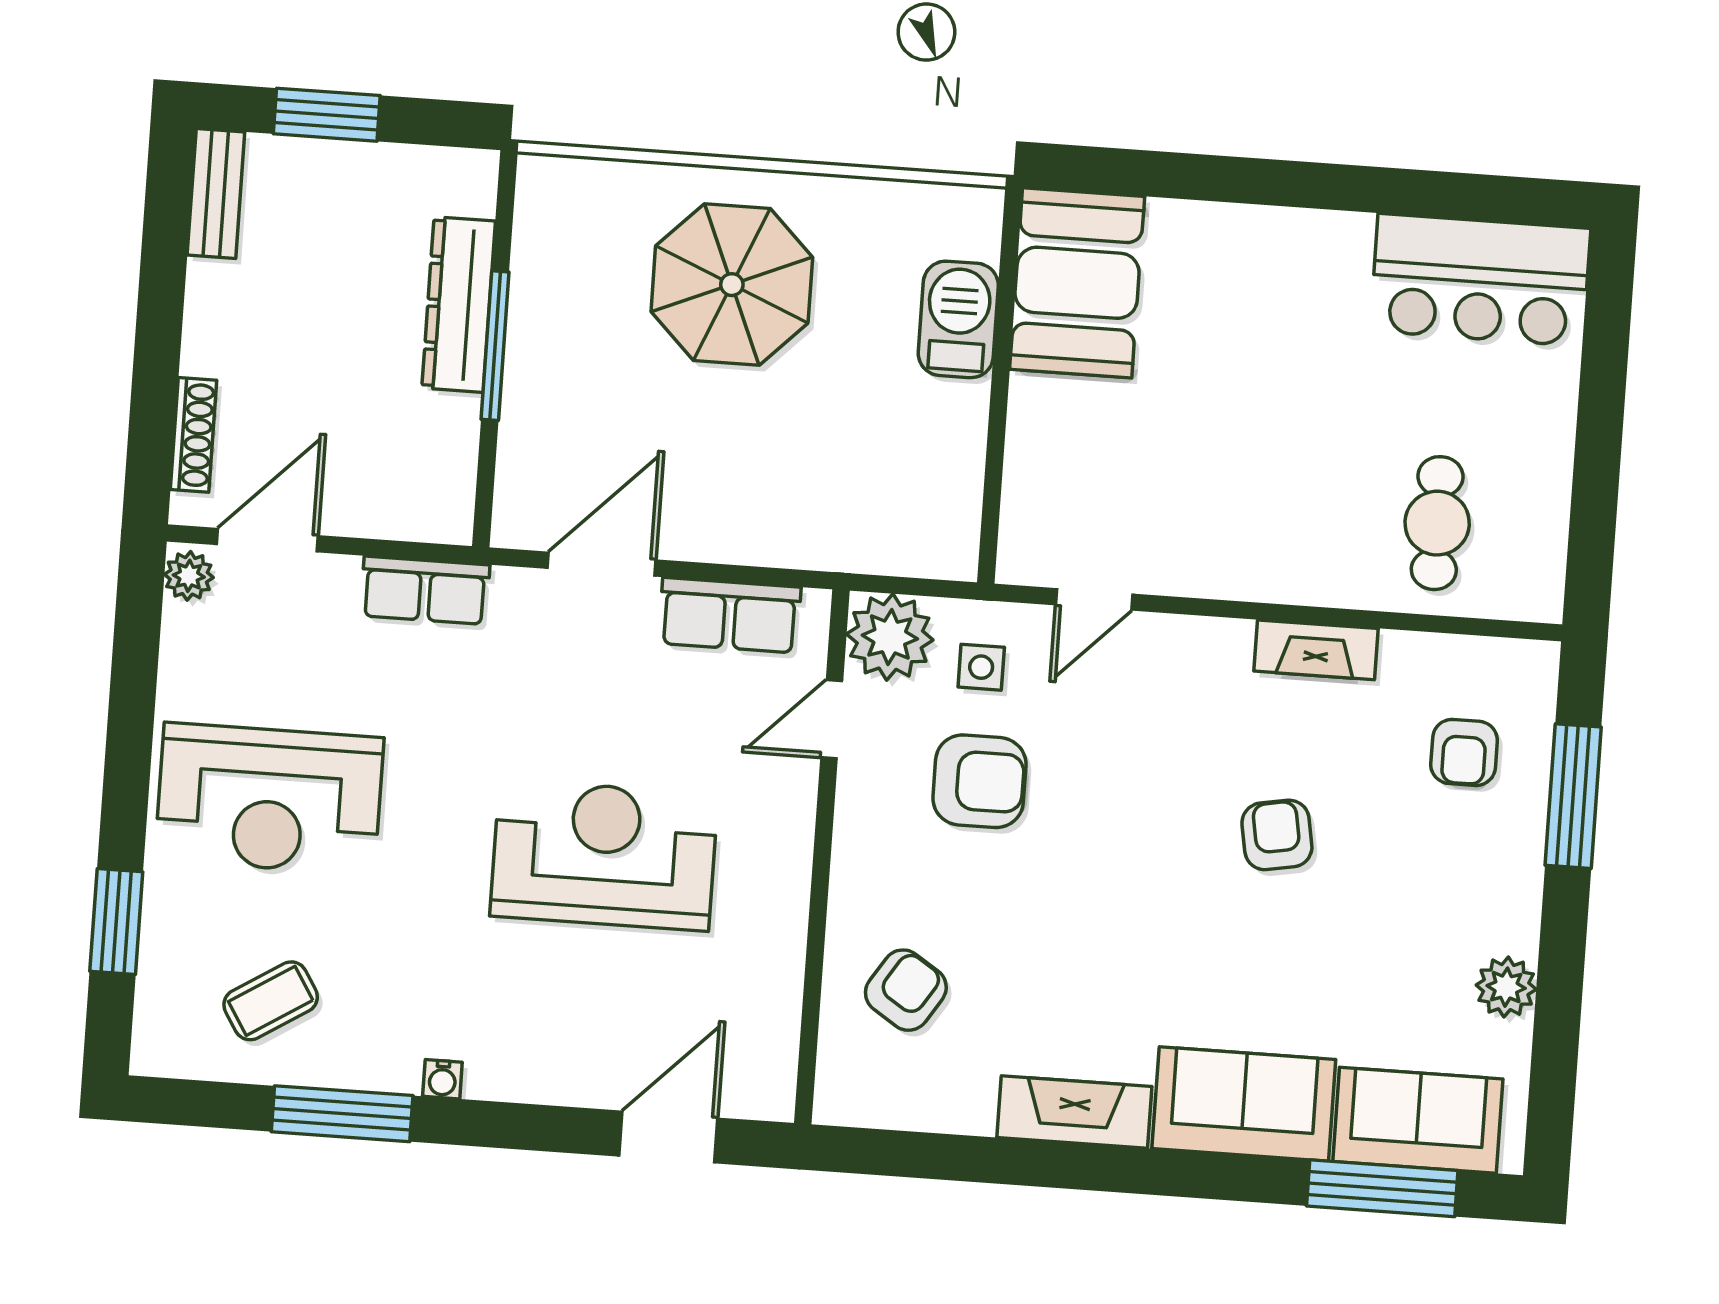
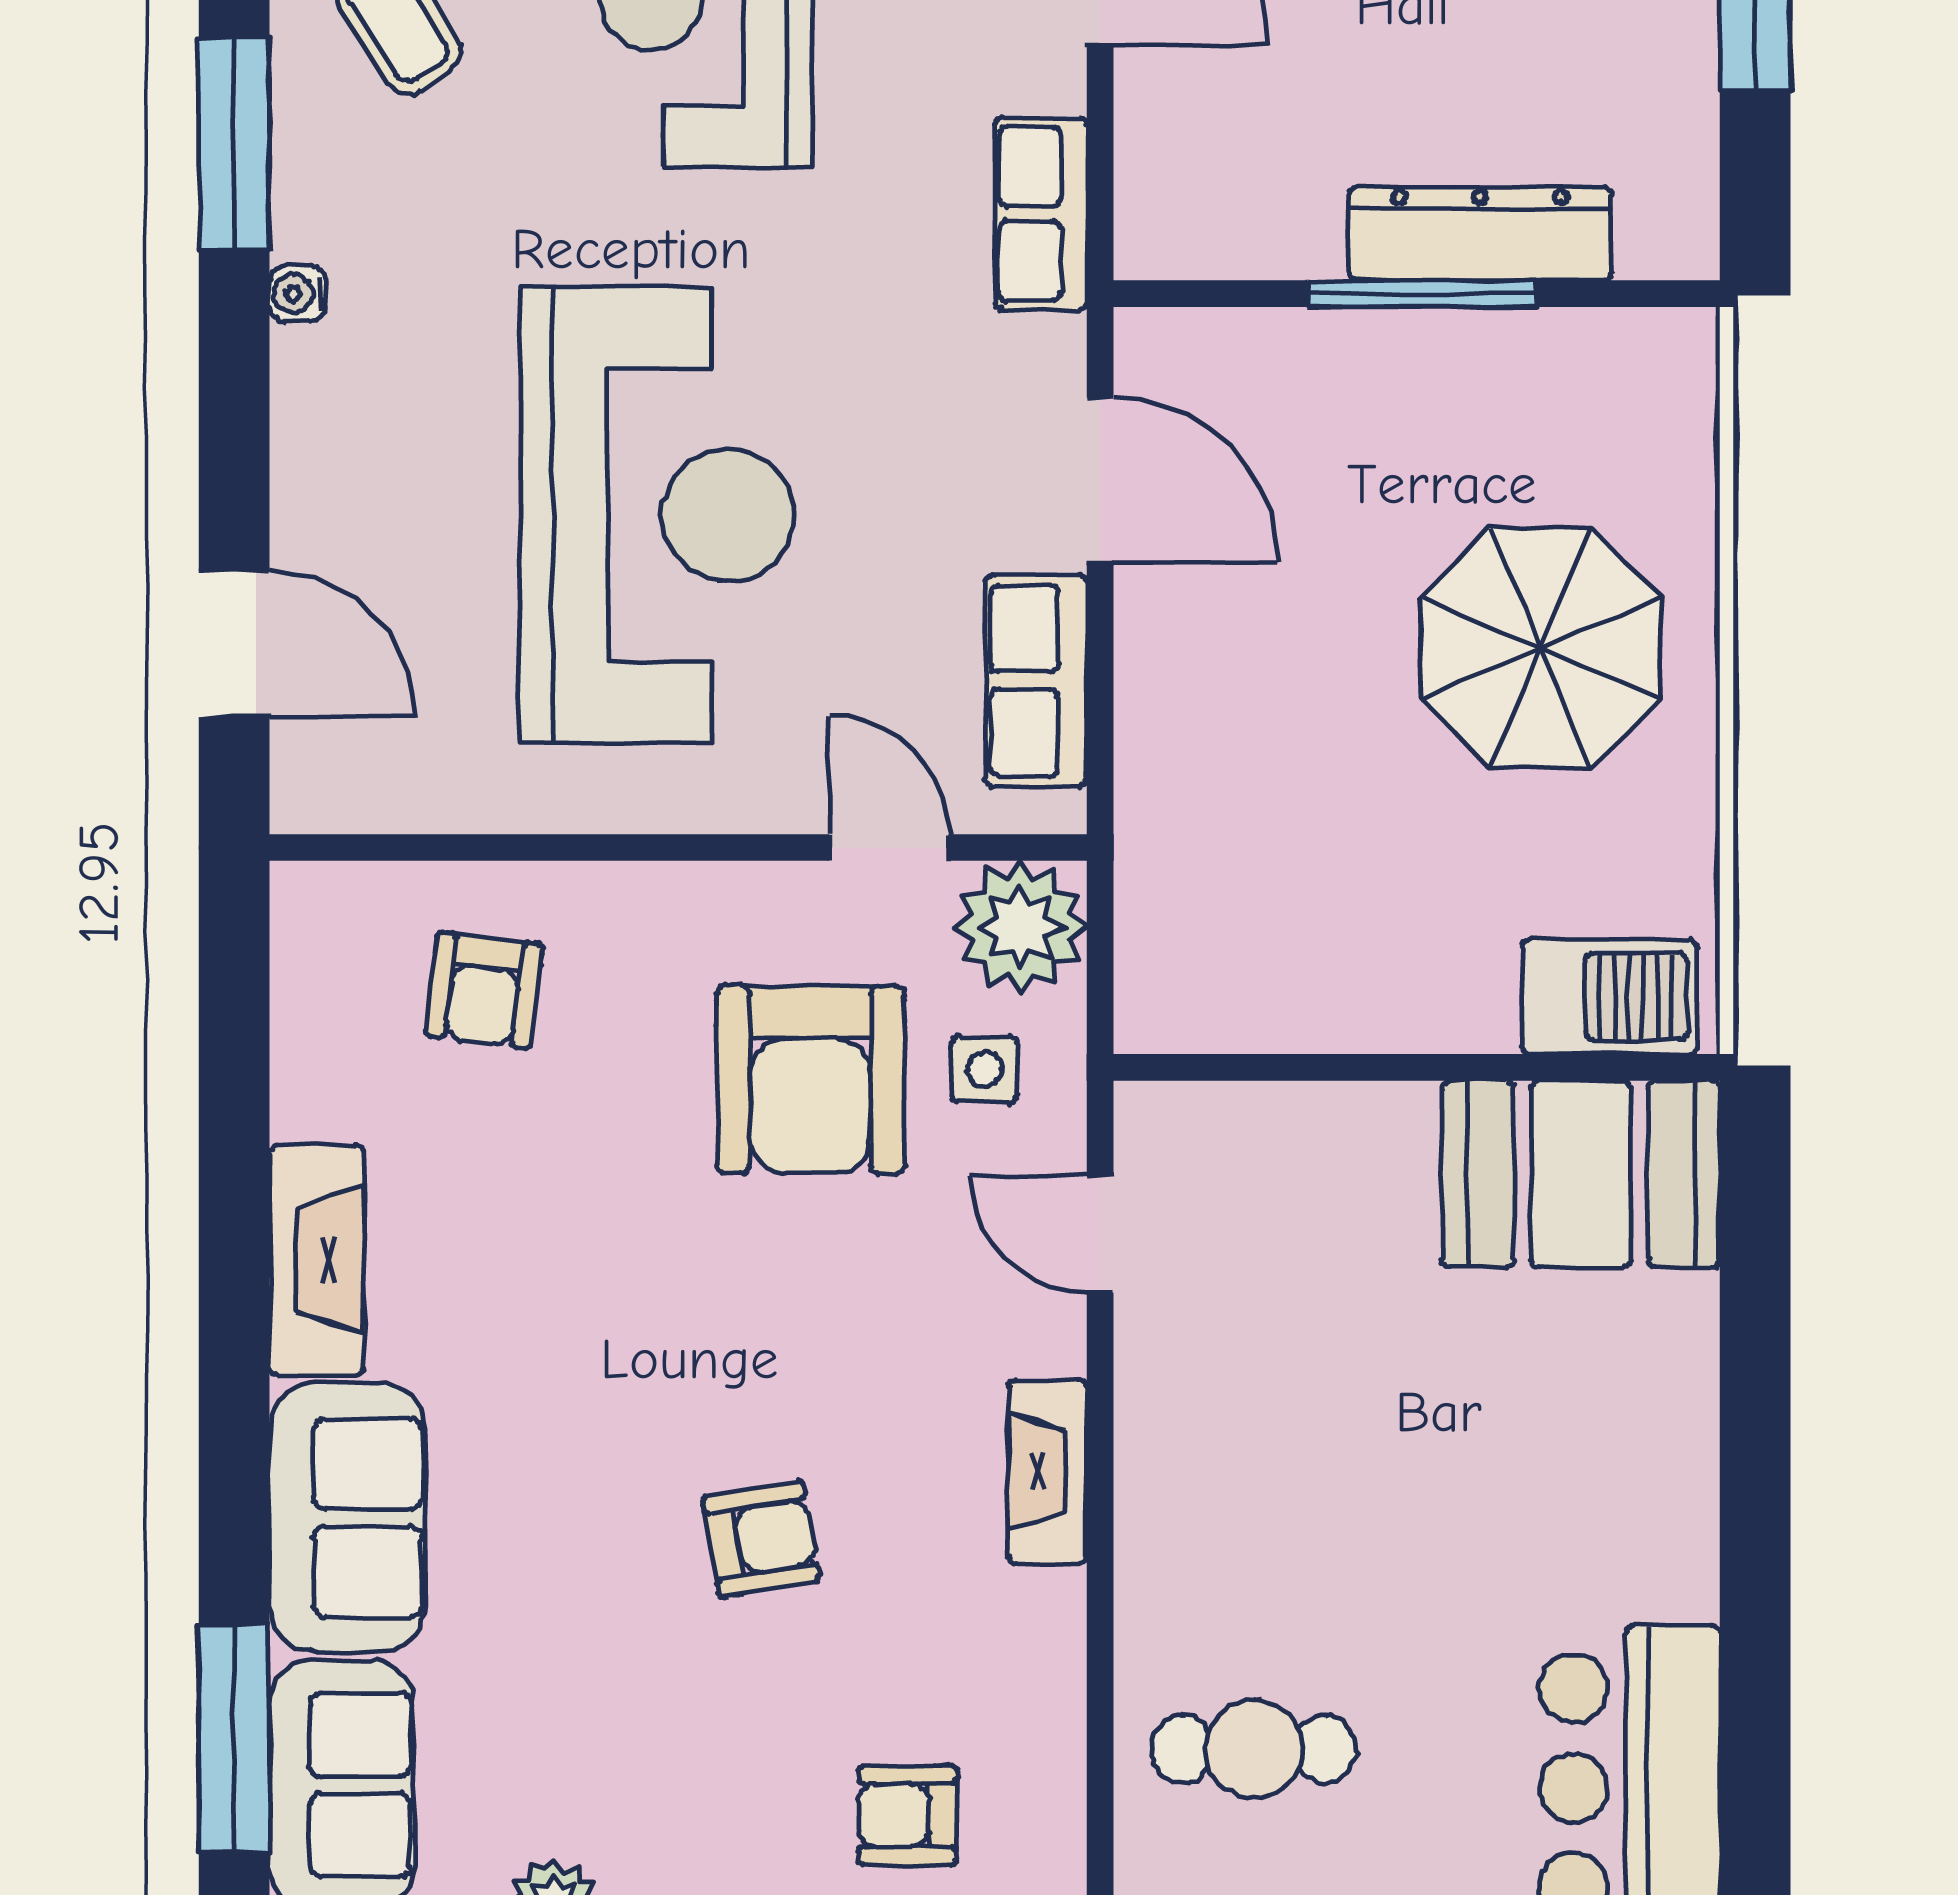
barbecue: (958, 319) -> (1610, 997), moved
fireplace: (1316, 650) -> (1048, 1472), moved
armchair: (979, 781) -> (810, 1080), width x1.36, depth x1.36
reception desk: (604, 855) -> (657, 515), width x1.36, depth x1.30
armchair: (906, 990) -> (484, 990), turned 64

